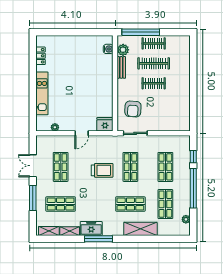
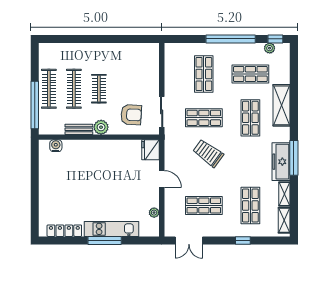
clothes rail: (154, 43) -> (49, 89), width x1.36
plant: (123, 50) -> (101, 127), moved
locker: (41, 56) -> (64, 231), width x1.53
window: (33, 88) -> (105, 241), added
window: (193, 157) -> (275, 39), moved
double door: (33, 166) -> (189, 241), moved
shop shelf: (165, 167) -> (204, 74), turned 90
trolley: (102, 170) -> (208, 153), turned -54
window: (33, 198) -> (243, 241), width x0.46
freezer: (91, 228) -> (281, 162), width x1.40

